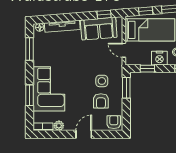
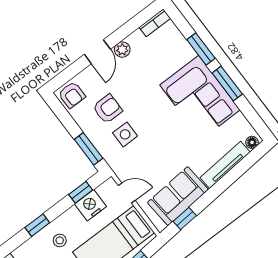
window: (29, 49) -> (227, 84), moved
nightstand: (159, 58) -> (91, 205), moved
corner sofa: (49, 89) -> (200, 97), moved
armchair: (101, 101) -> (107, 109), turned 90
plant: (59, 126) -> (122, 50), moved

